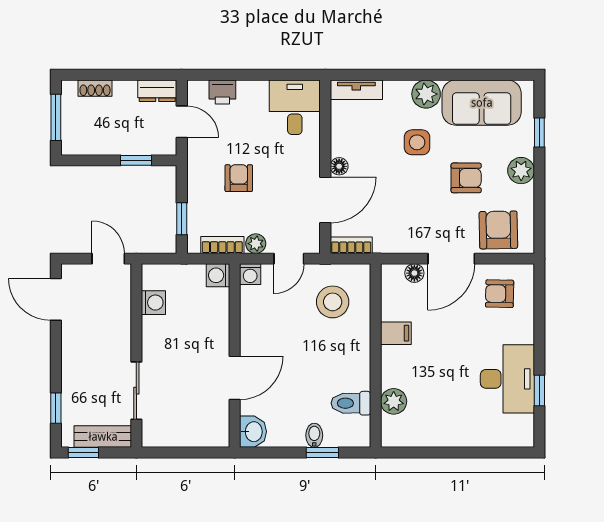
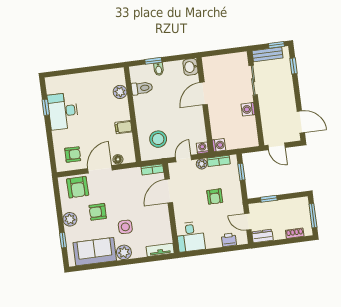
floor lamp: (339, 166) -> (164, 209), removed
washing machine: (153, 303) -> (248, 109), moved

